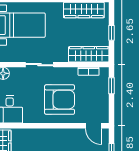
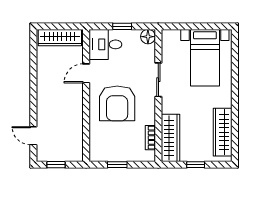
window: (111, 86) -> (117, 165), moved
door: (93, 126) -> (86, 73), moved

